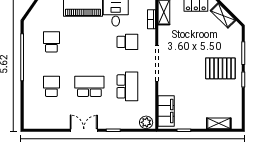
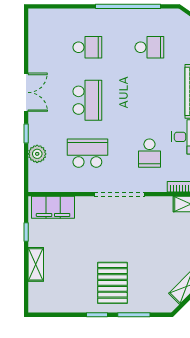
school desk: (127, 86) -> (87, 153), turned 180
plant: (146, 122) -> (37, 154), moved
shelving: (219, 123) -> (36, 264), moved

